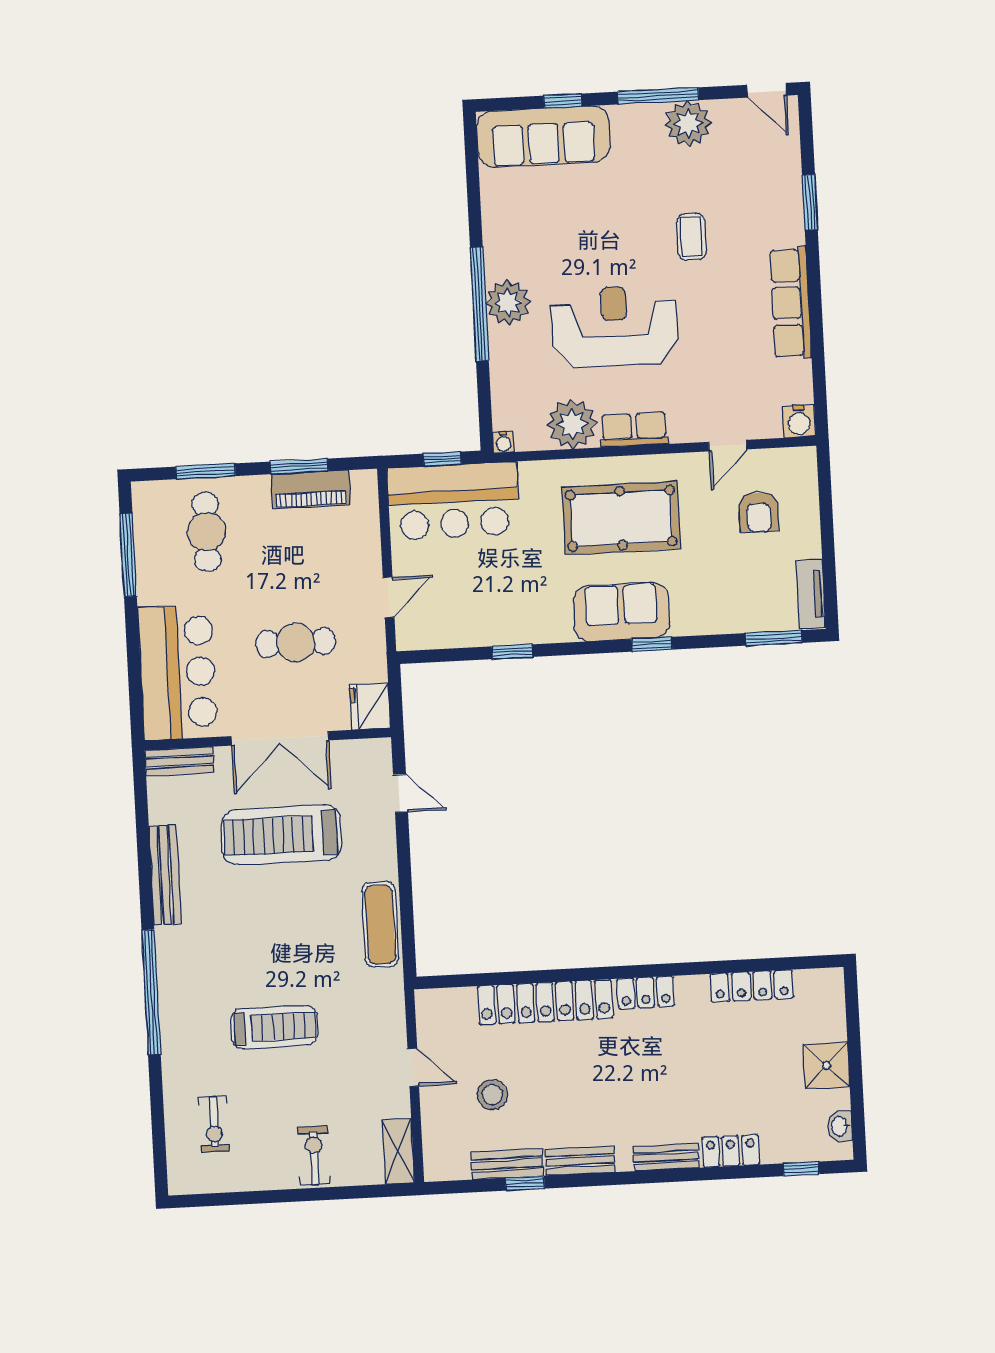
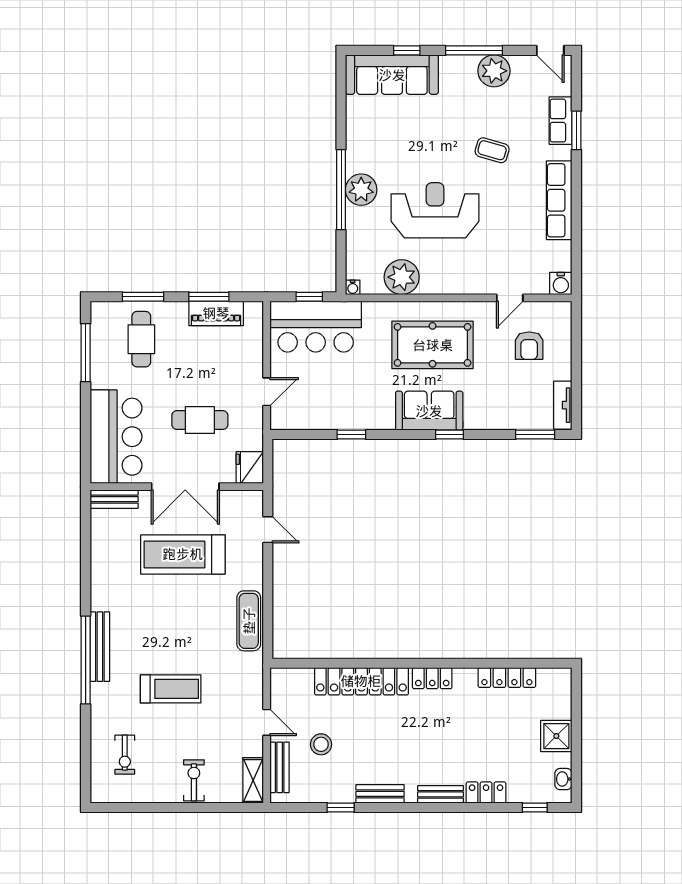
coffee table: (691, 237) -> (492, 150), turned -74
row of seats: (634, 429) -> (561, 121), moved, turned -90
bench: (165, 875) -> (100, 647), moved
bench: (507, 1164) -> (280, 767), moved, turned 90

